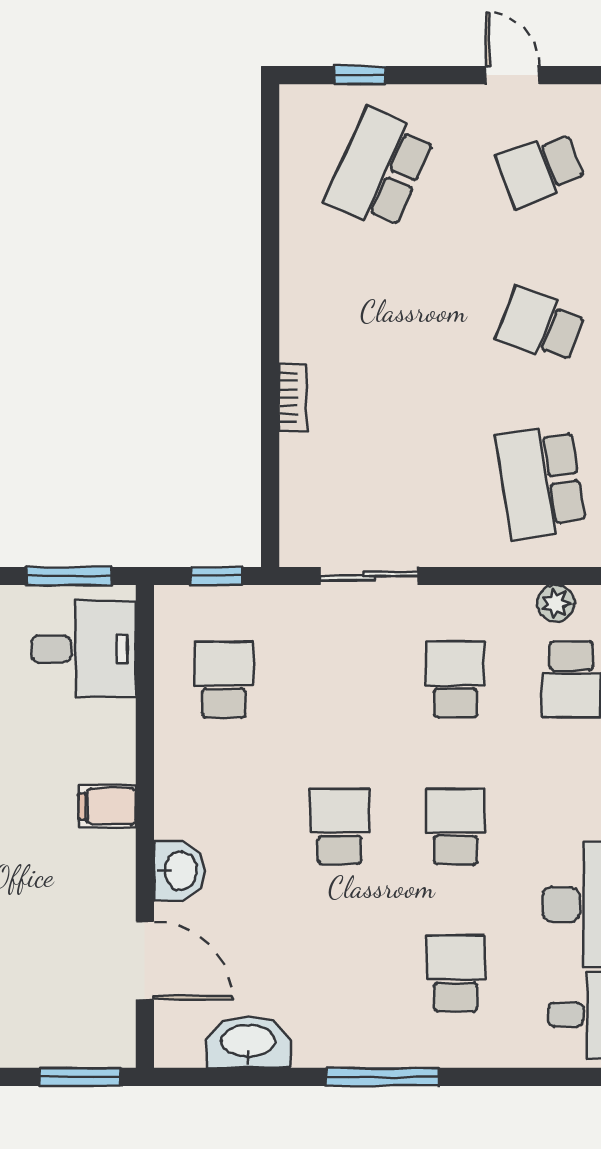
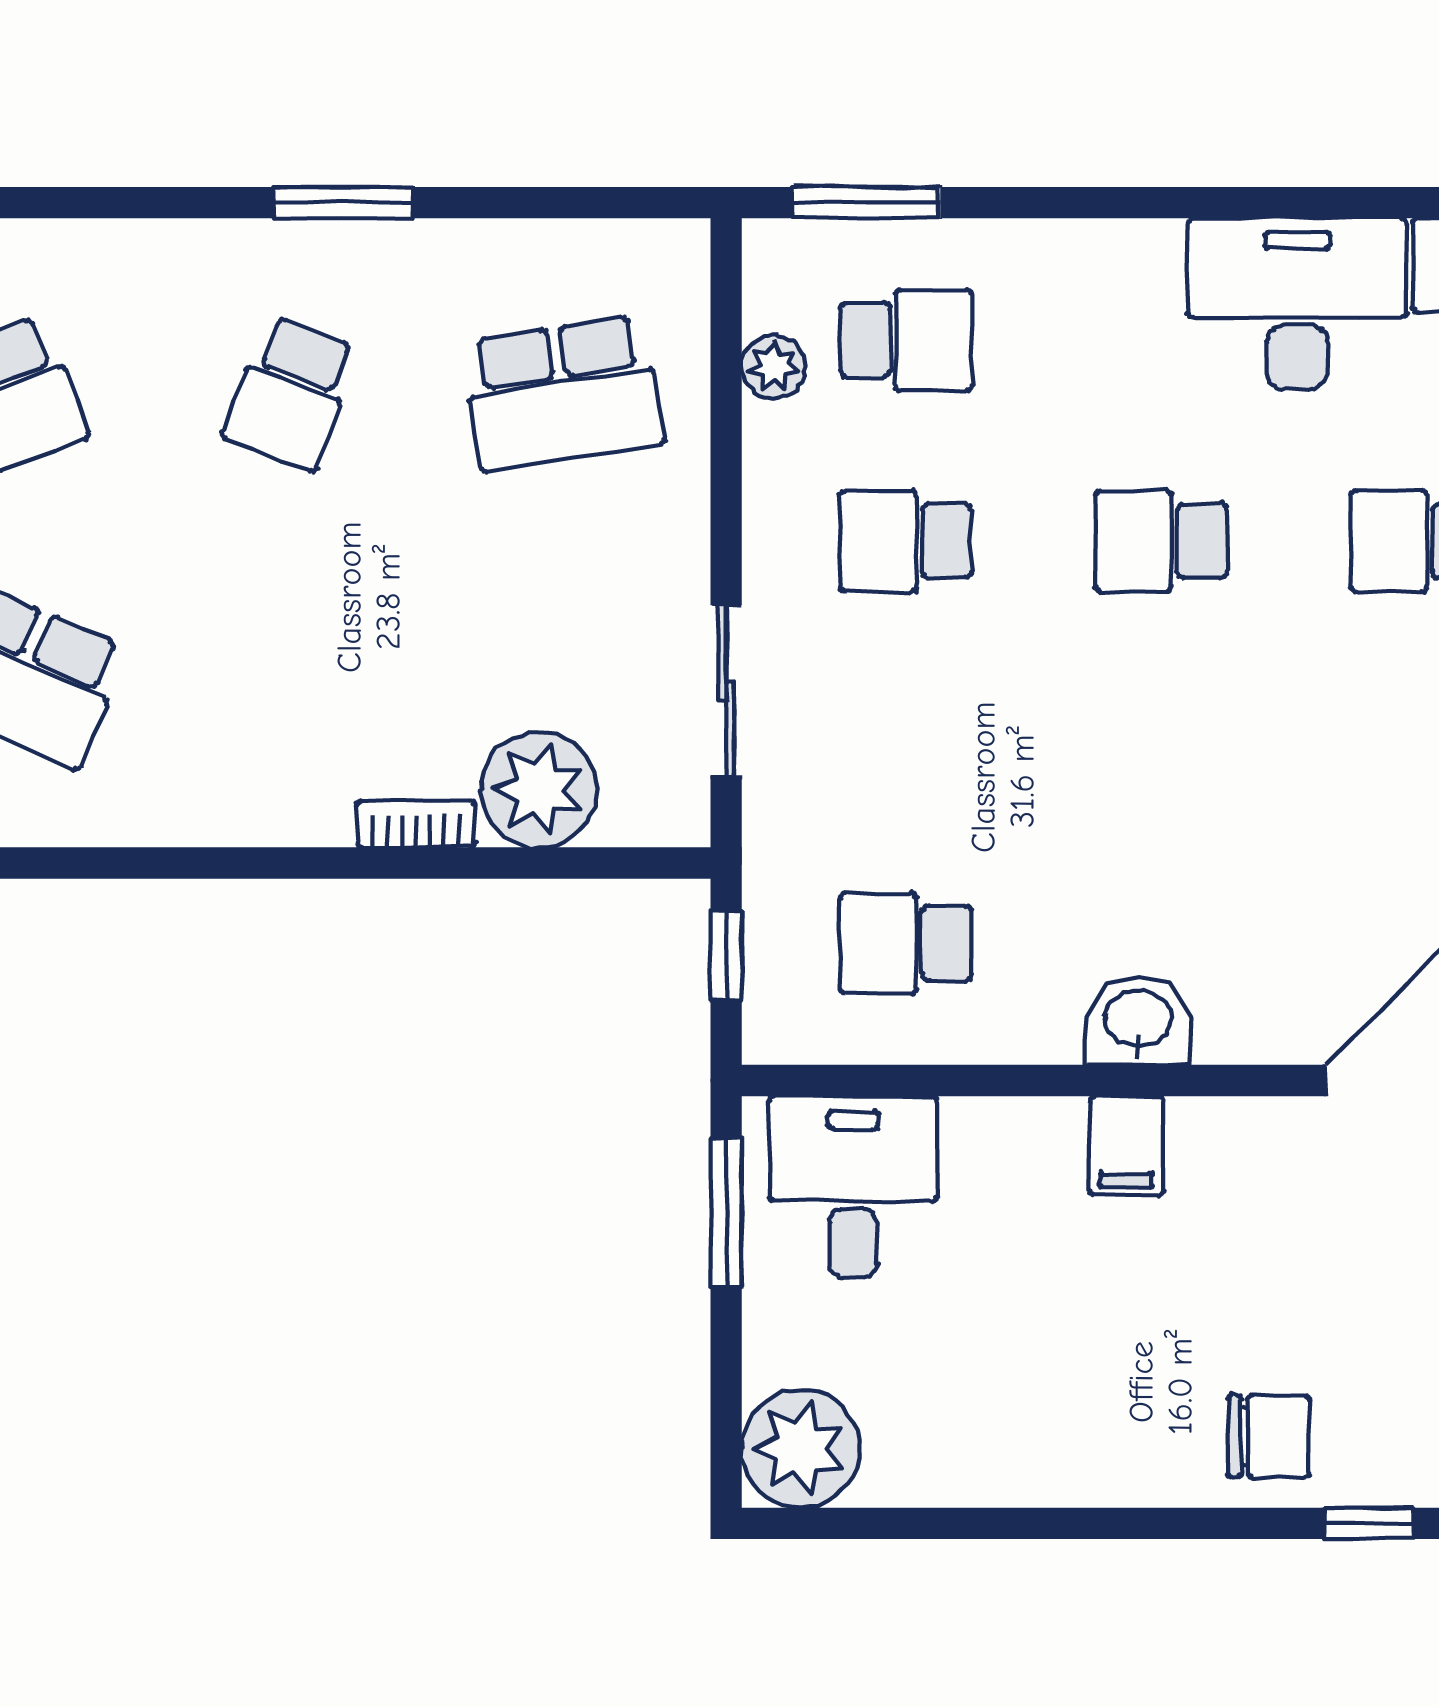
plant: (312, 468) -> (539, 790), added
school desk: (340, 826) -> (1161, 742), removed
washbasin: (179, 871) -> (1138, 1021), moved

